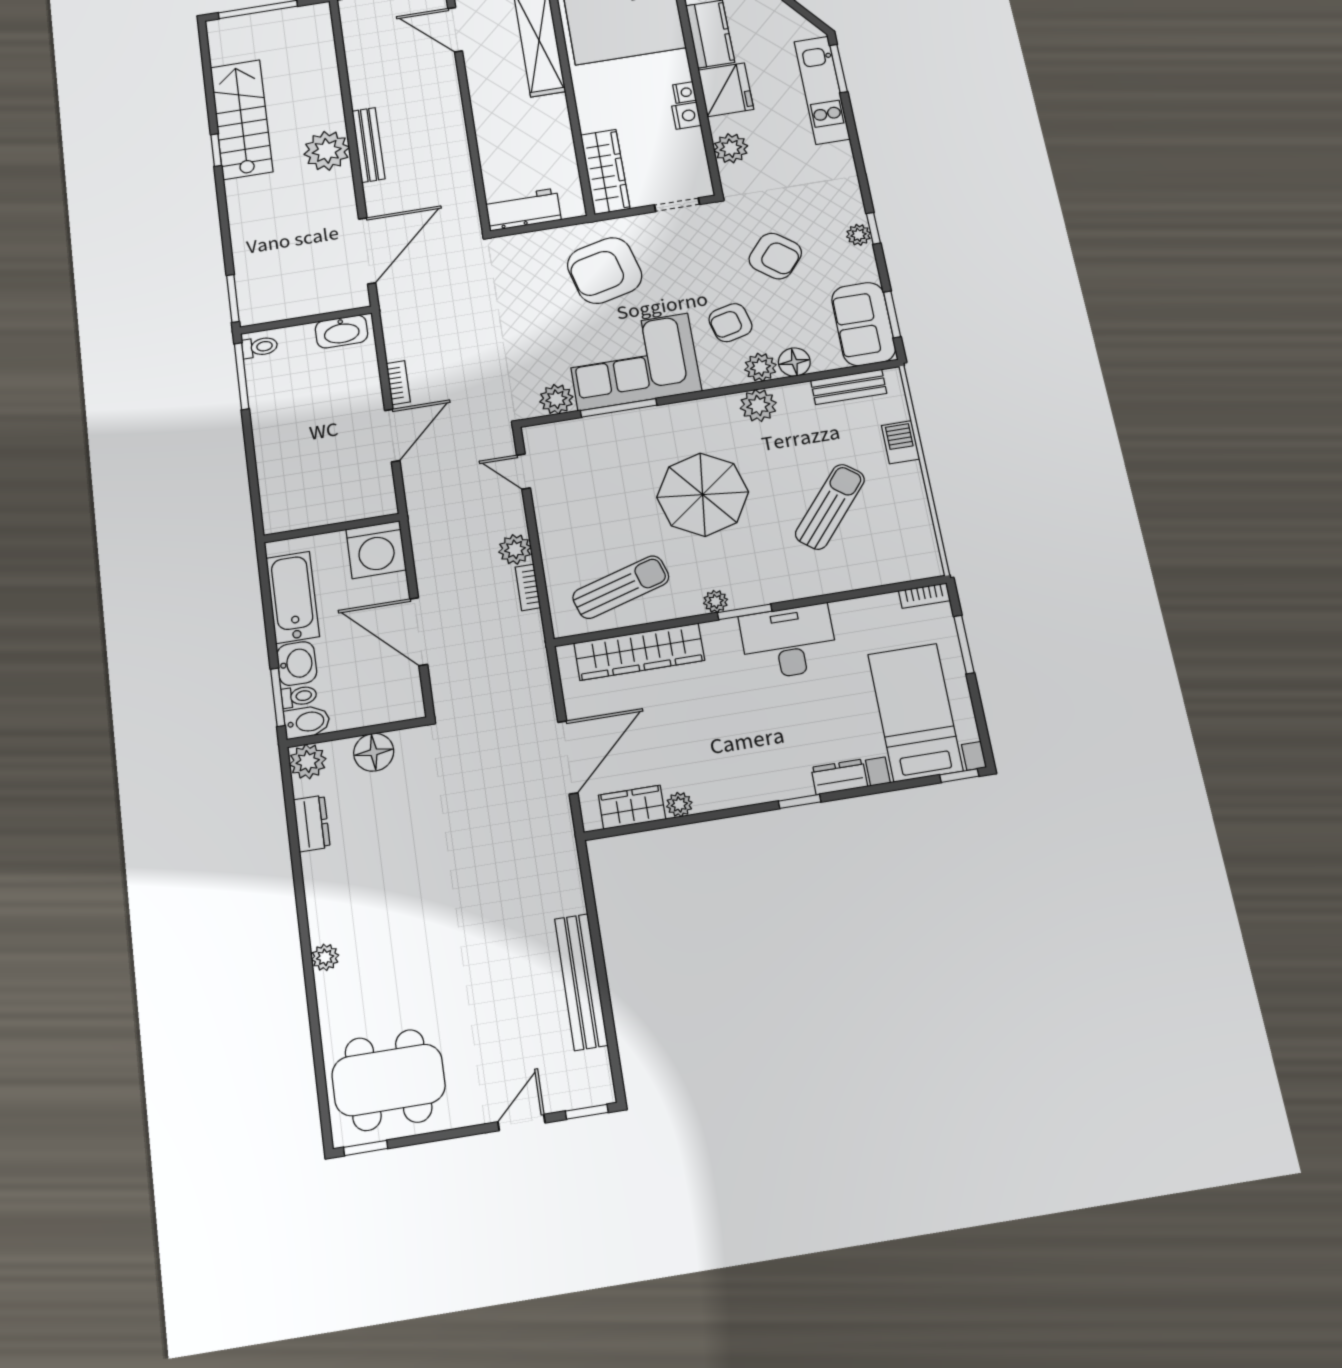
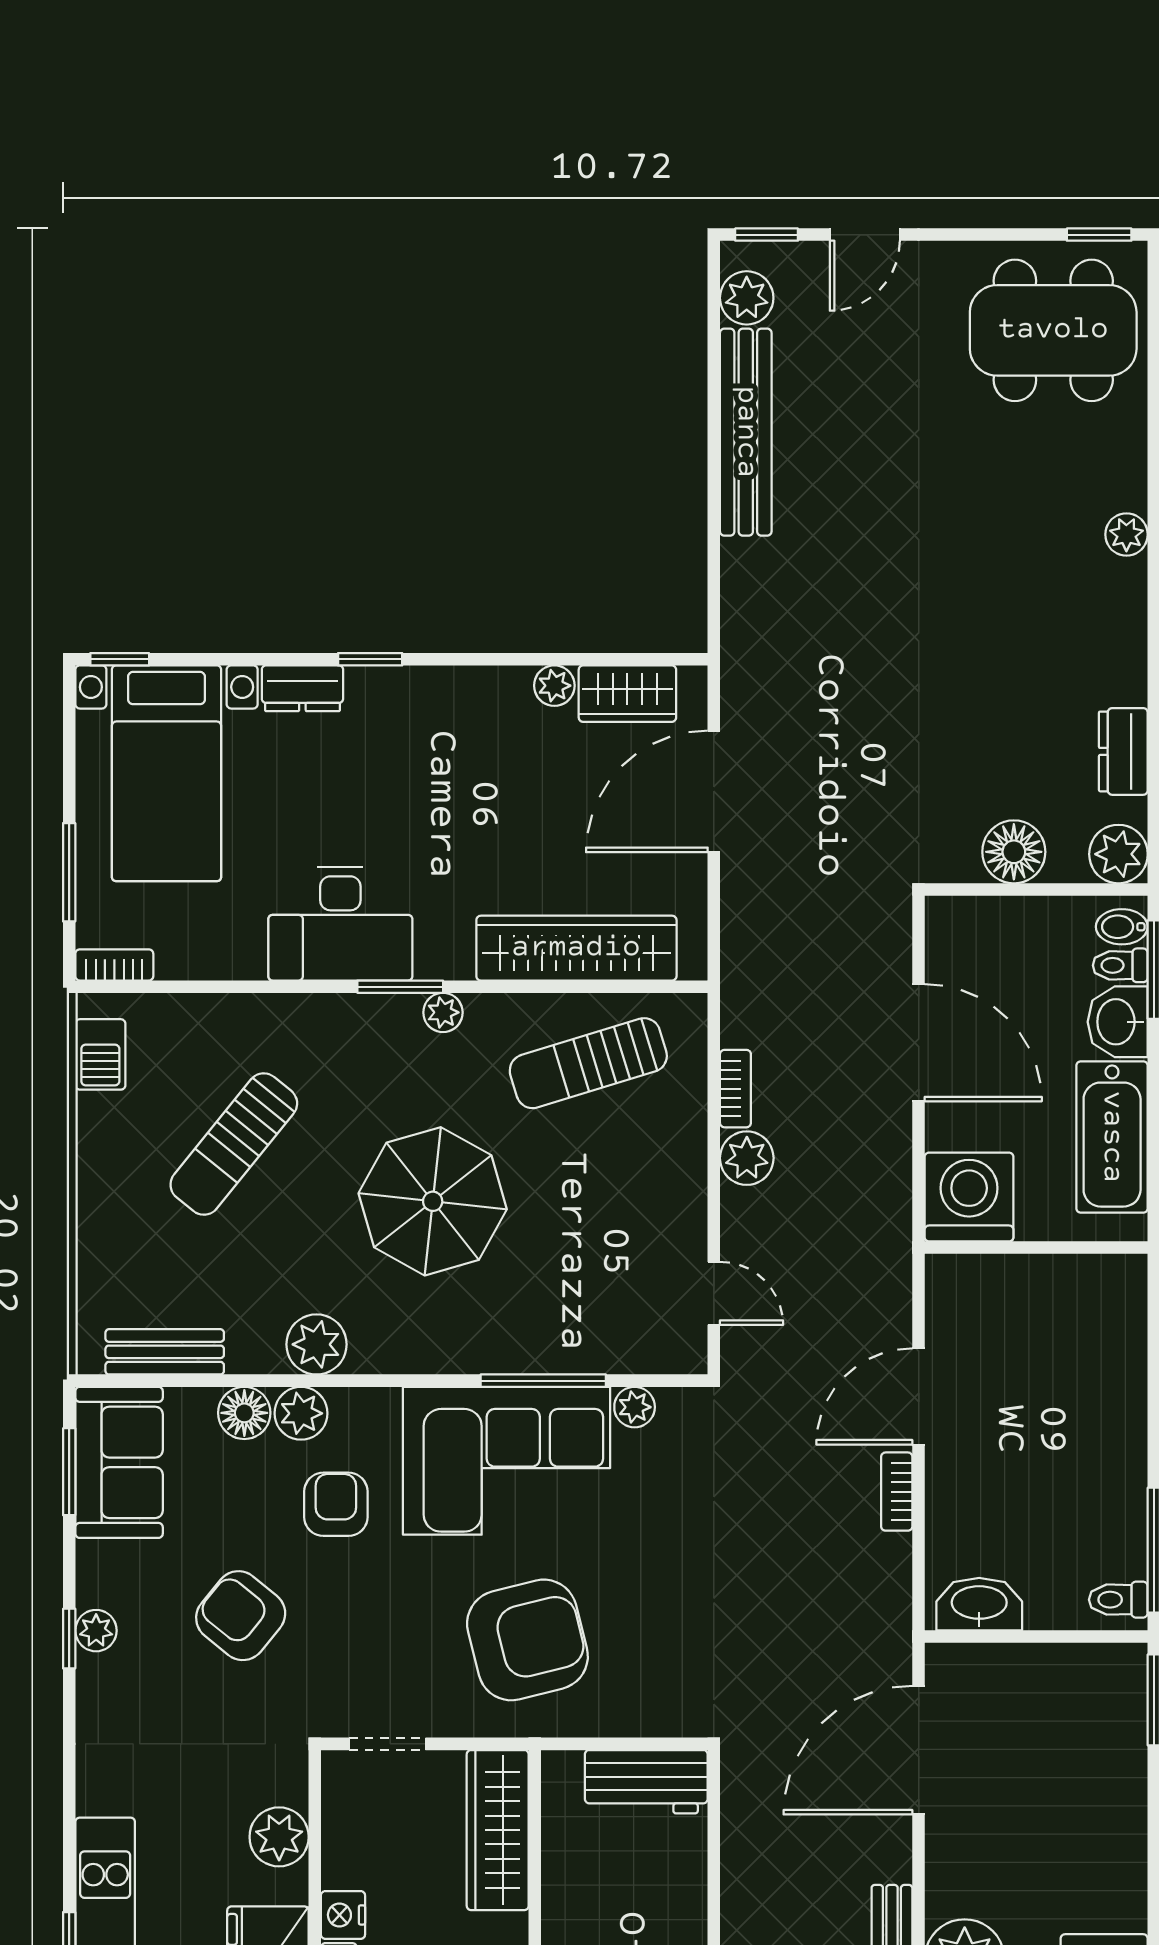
armchair: (730, 323) -> (336, 1504), turned -76
plant: (556, 399) -> (635, 1407), width x0.73, depth x0.73
barbecue: (900, 442) -> (100, 1054), moved
bidet: (307, 722) -> (1122, 927), width x0.72, depth x0.74
plant: (594, 1068) -> (747, 298), added

